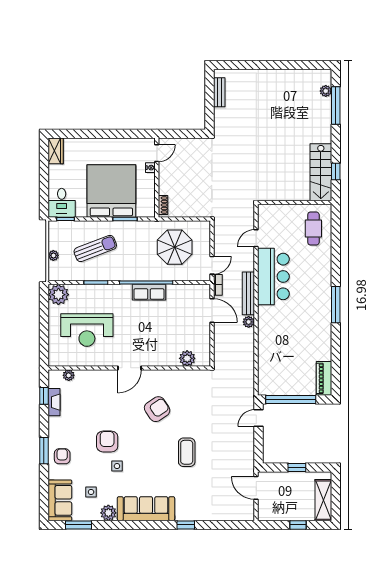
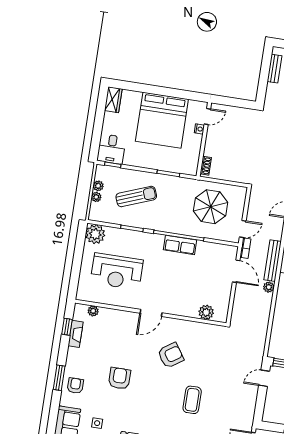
bed: (111, 191) -> (162, 120), moved, turned 180
plant: (54, 243) -> (98, 186), added
side table: (117, 466) -> (125, 403), removed

